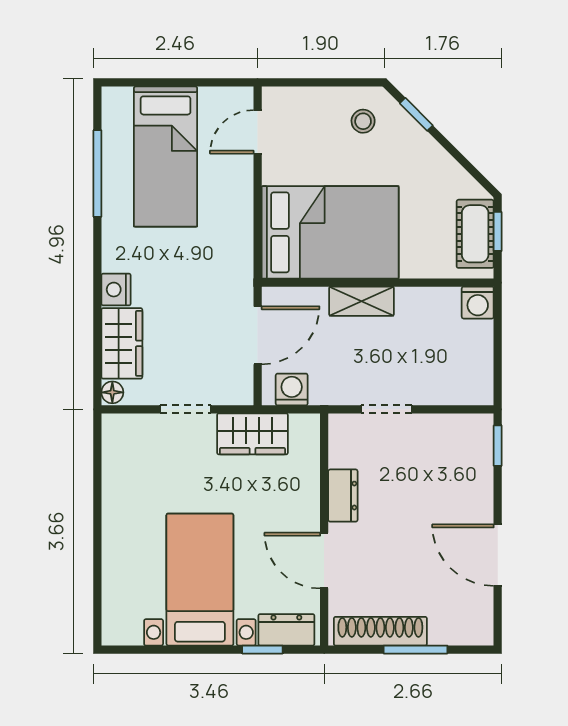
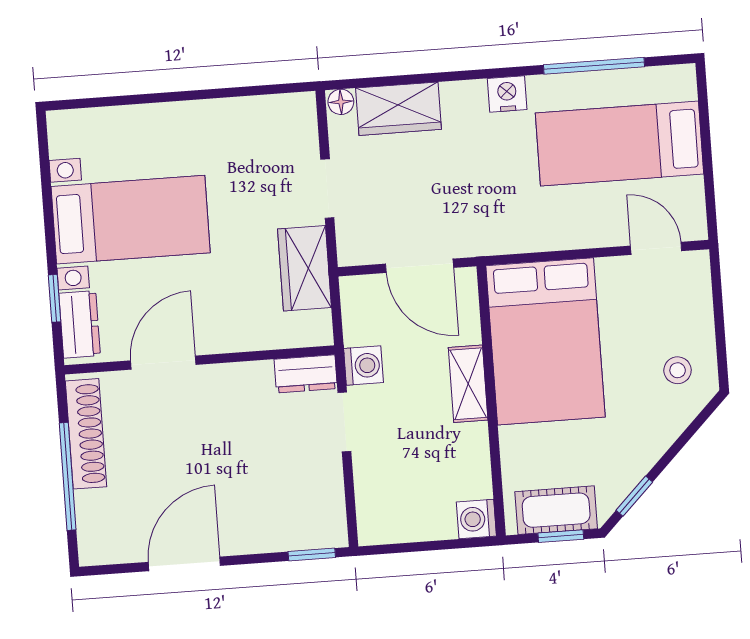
window: (416, 114) -> (634, 496), moved
nightstand: (116, 290) -> (507, 94), moved
washing machine: (292, 389) -> (364, 366), moved
dresser: (343, 496) -> (306, 374), moved
window: (416, 650) -> (68, 476), width x1.44

